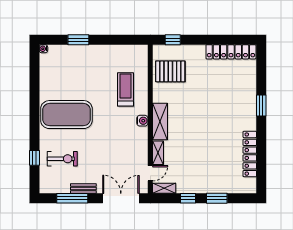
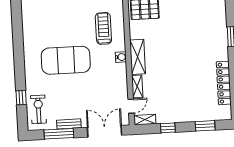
exercise mat: (66, 115) -> (66, 60), moved
exercise bike: (62, 159) -> (38, 109), moved, turned -90
window: (217, 198) -> (205, 126), moved

